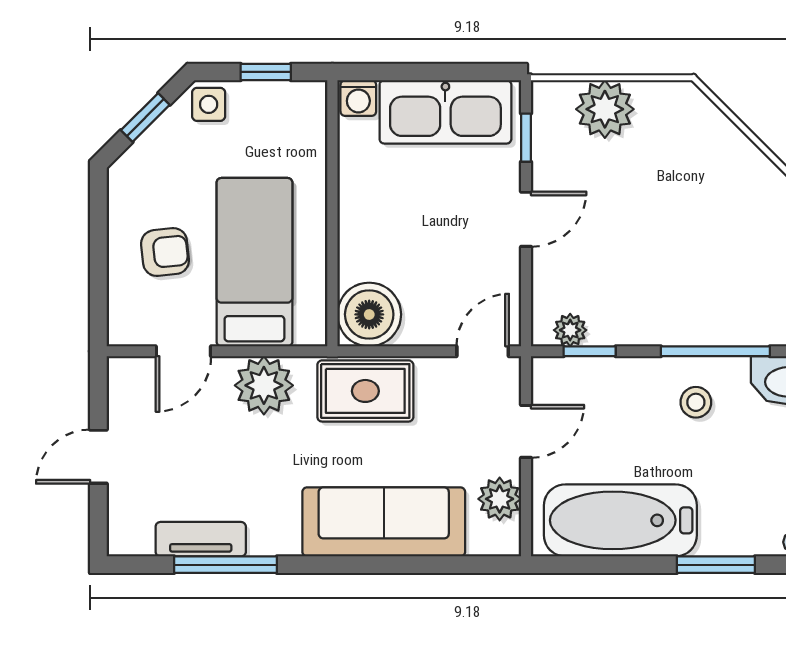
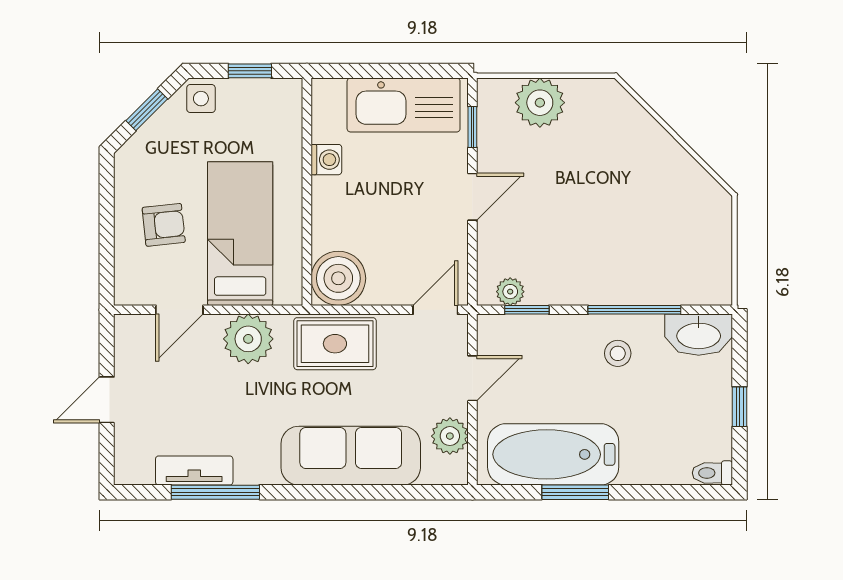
washing machine: (358, 98) -> (326, 160), moved, turned -90
window: (716, 565) -> (575, 492), moved

